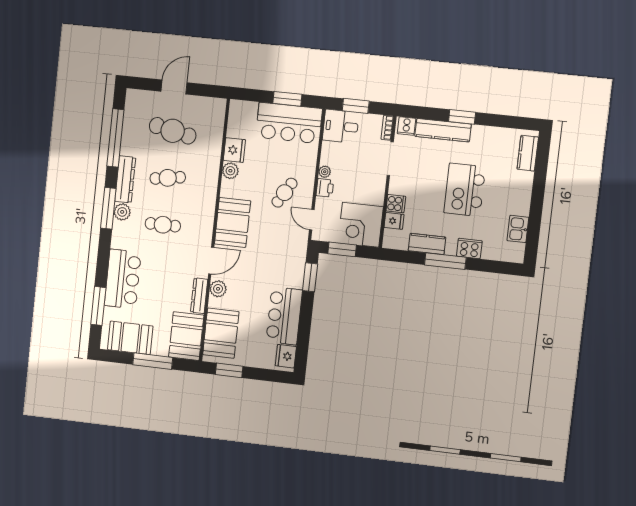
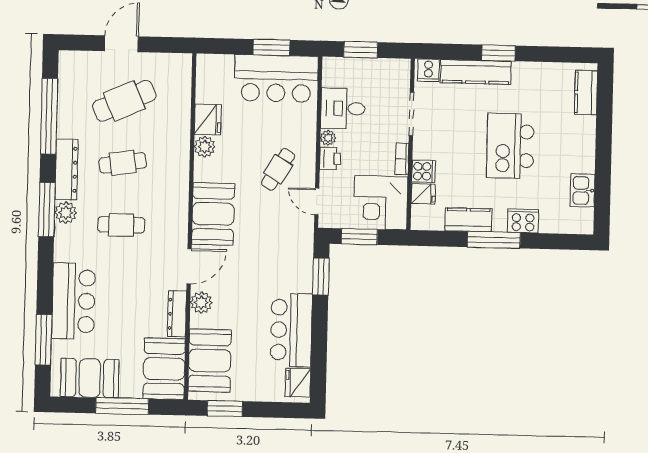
desk: (341, 126) -> (343, 108), moved
bookcase: (387, 128) -> (402, 159), moved
cafe table: (173, 131) -> (124, 101), turned -36

